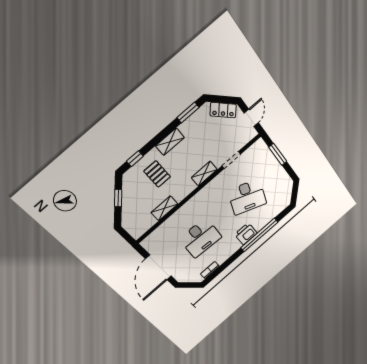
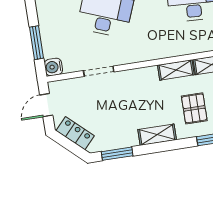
water cooler: (260, 145) -> (53, 67), added
shelving: (204, 174) -> (176, 70), moved

